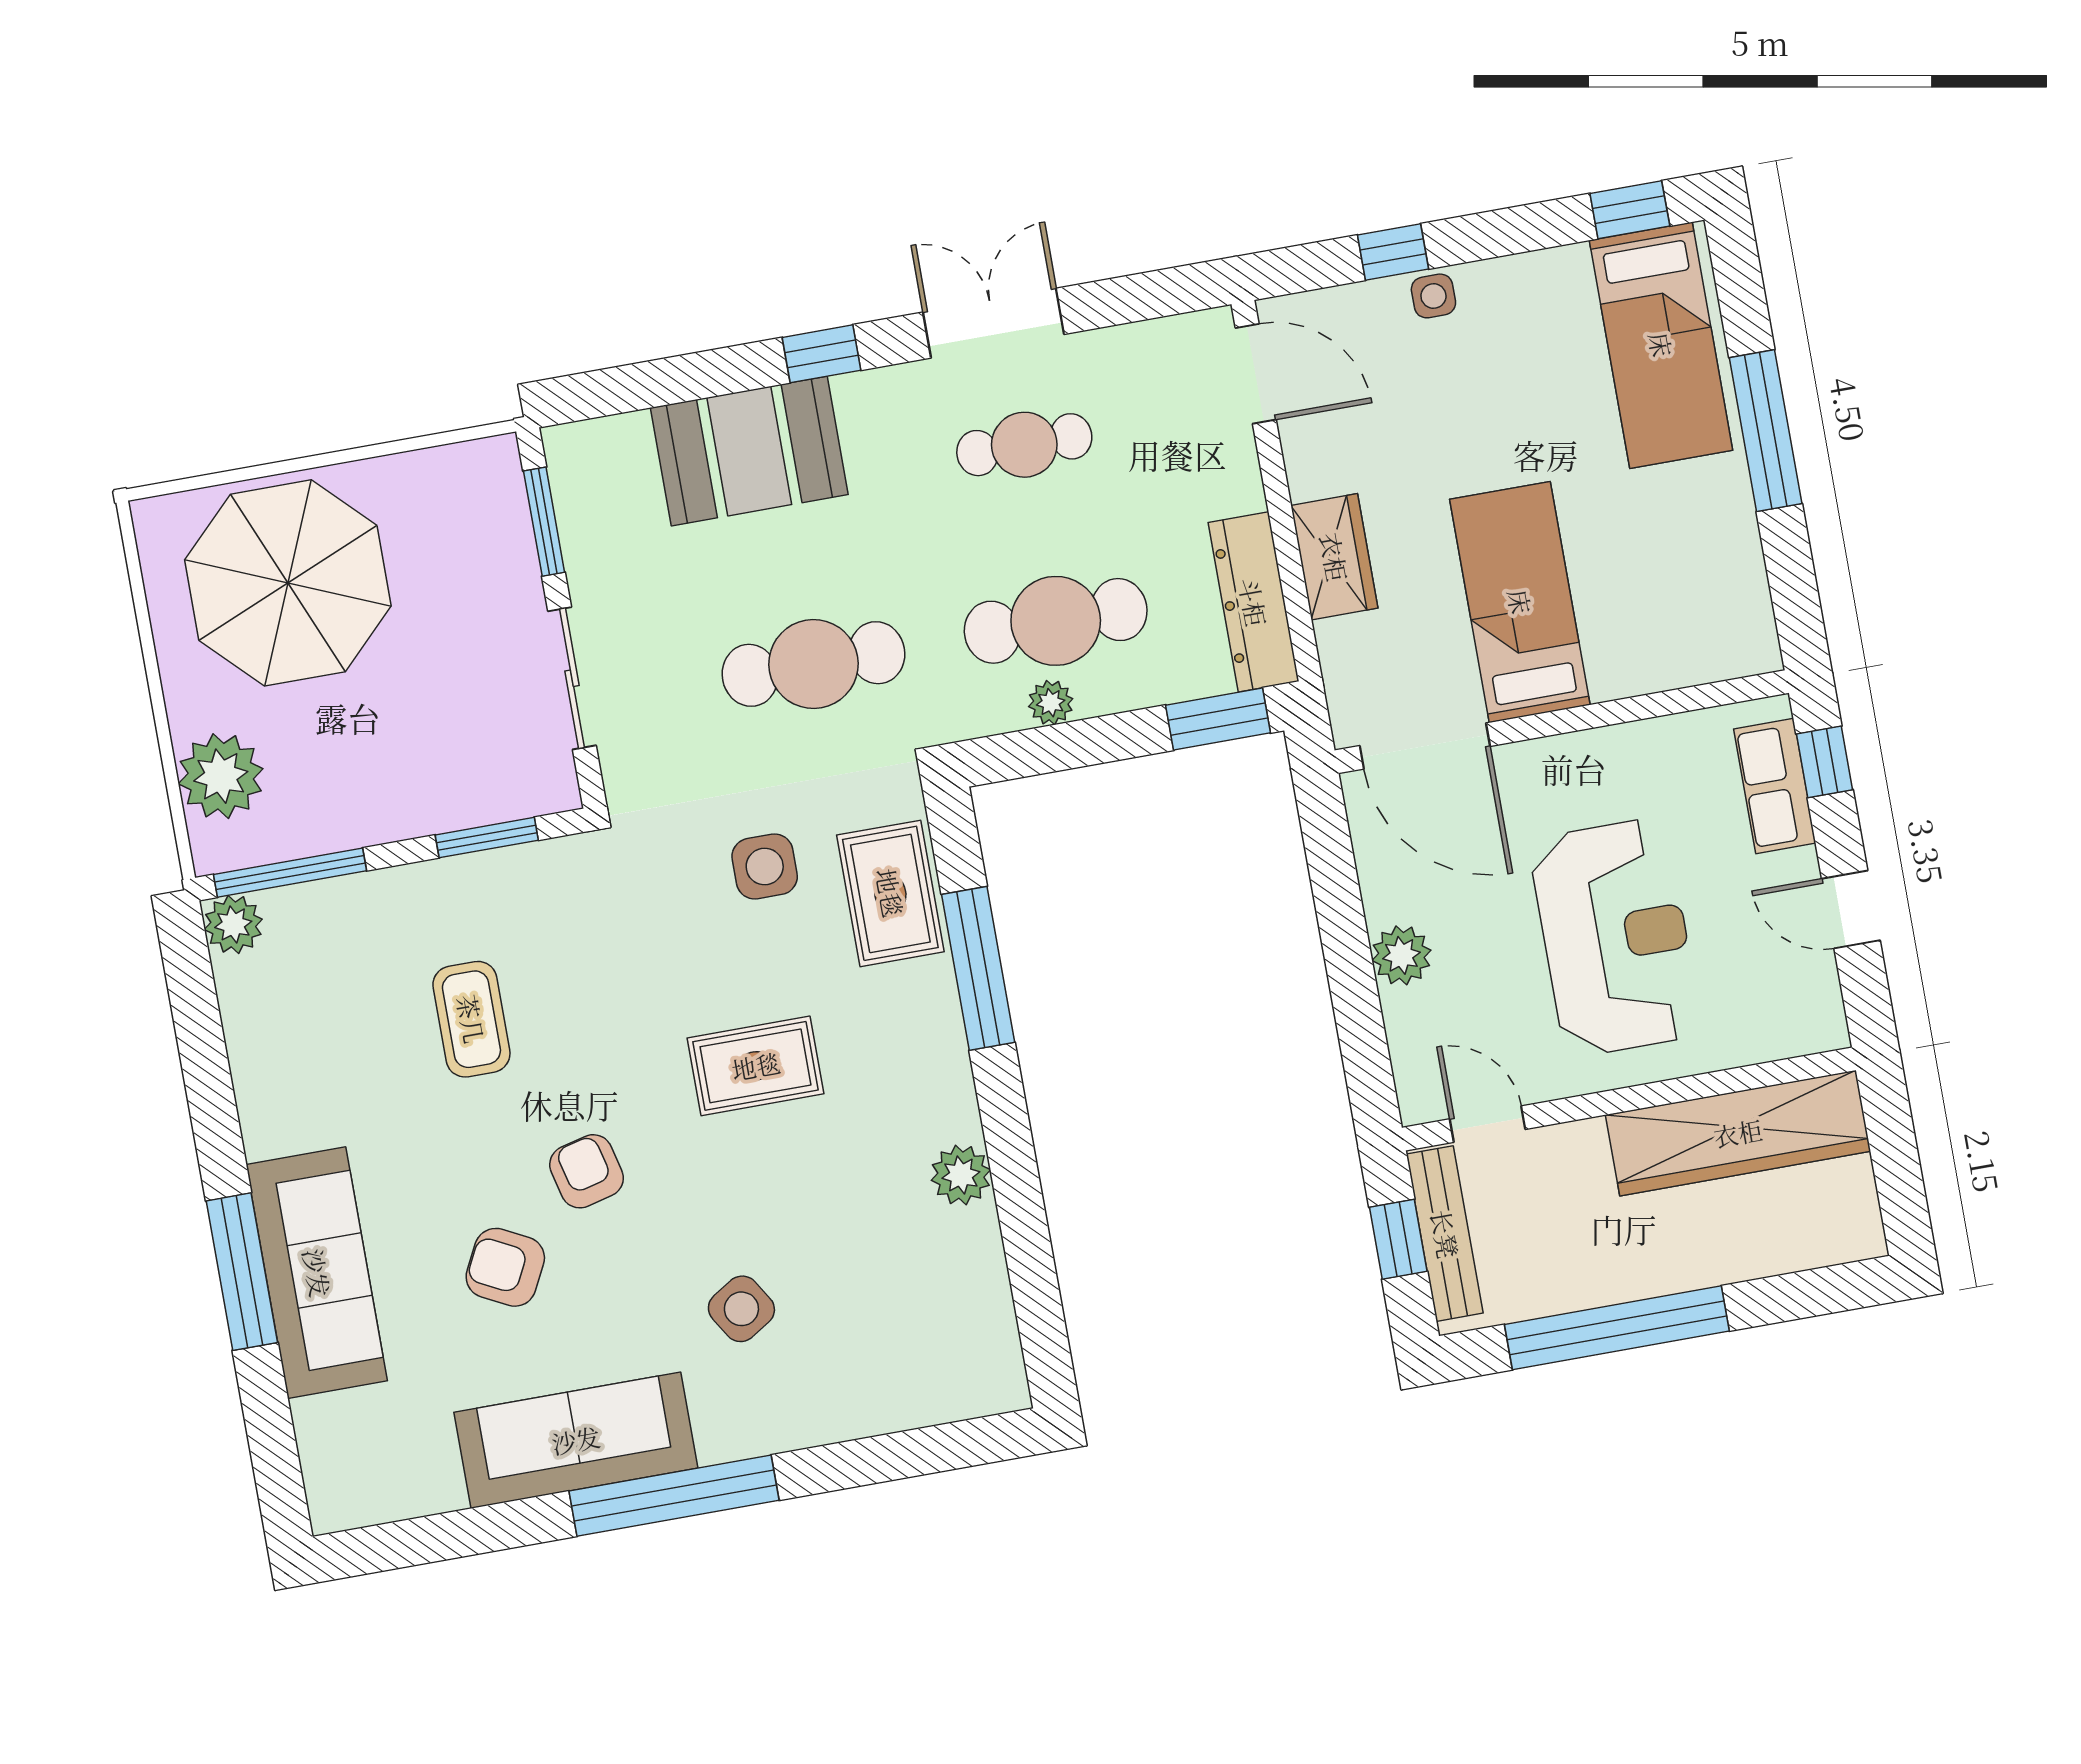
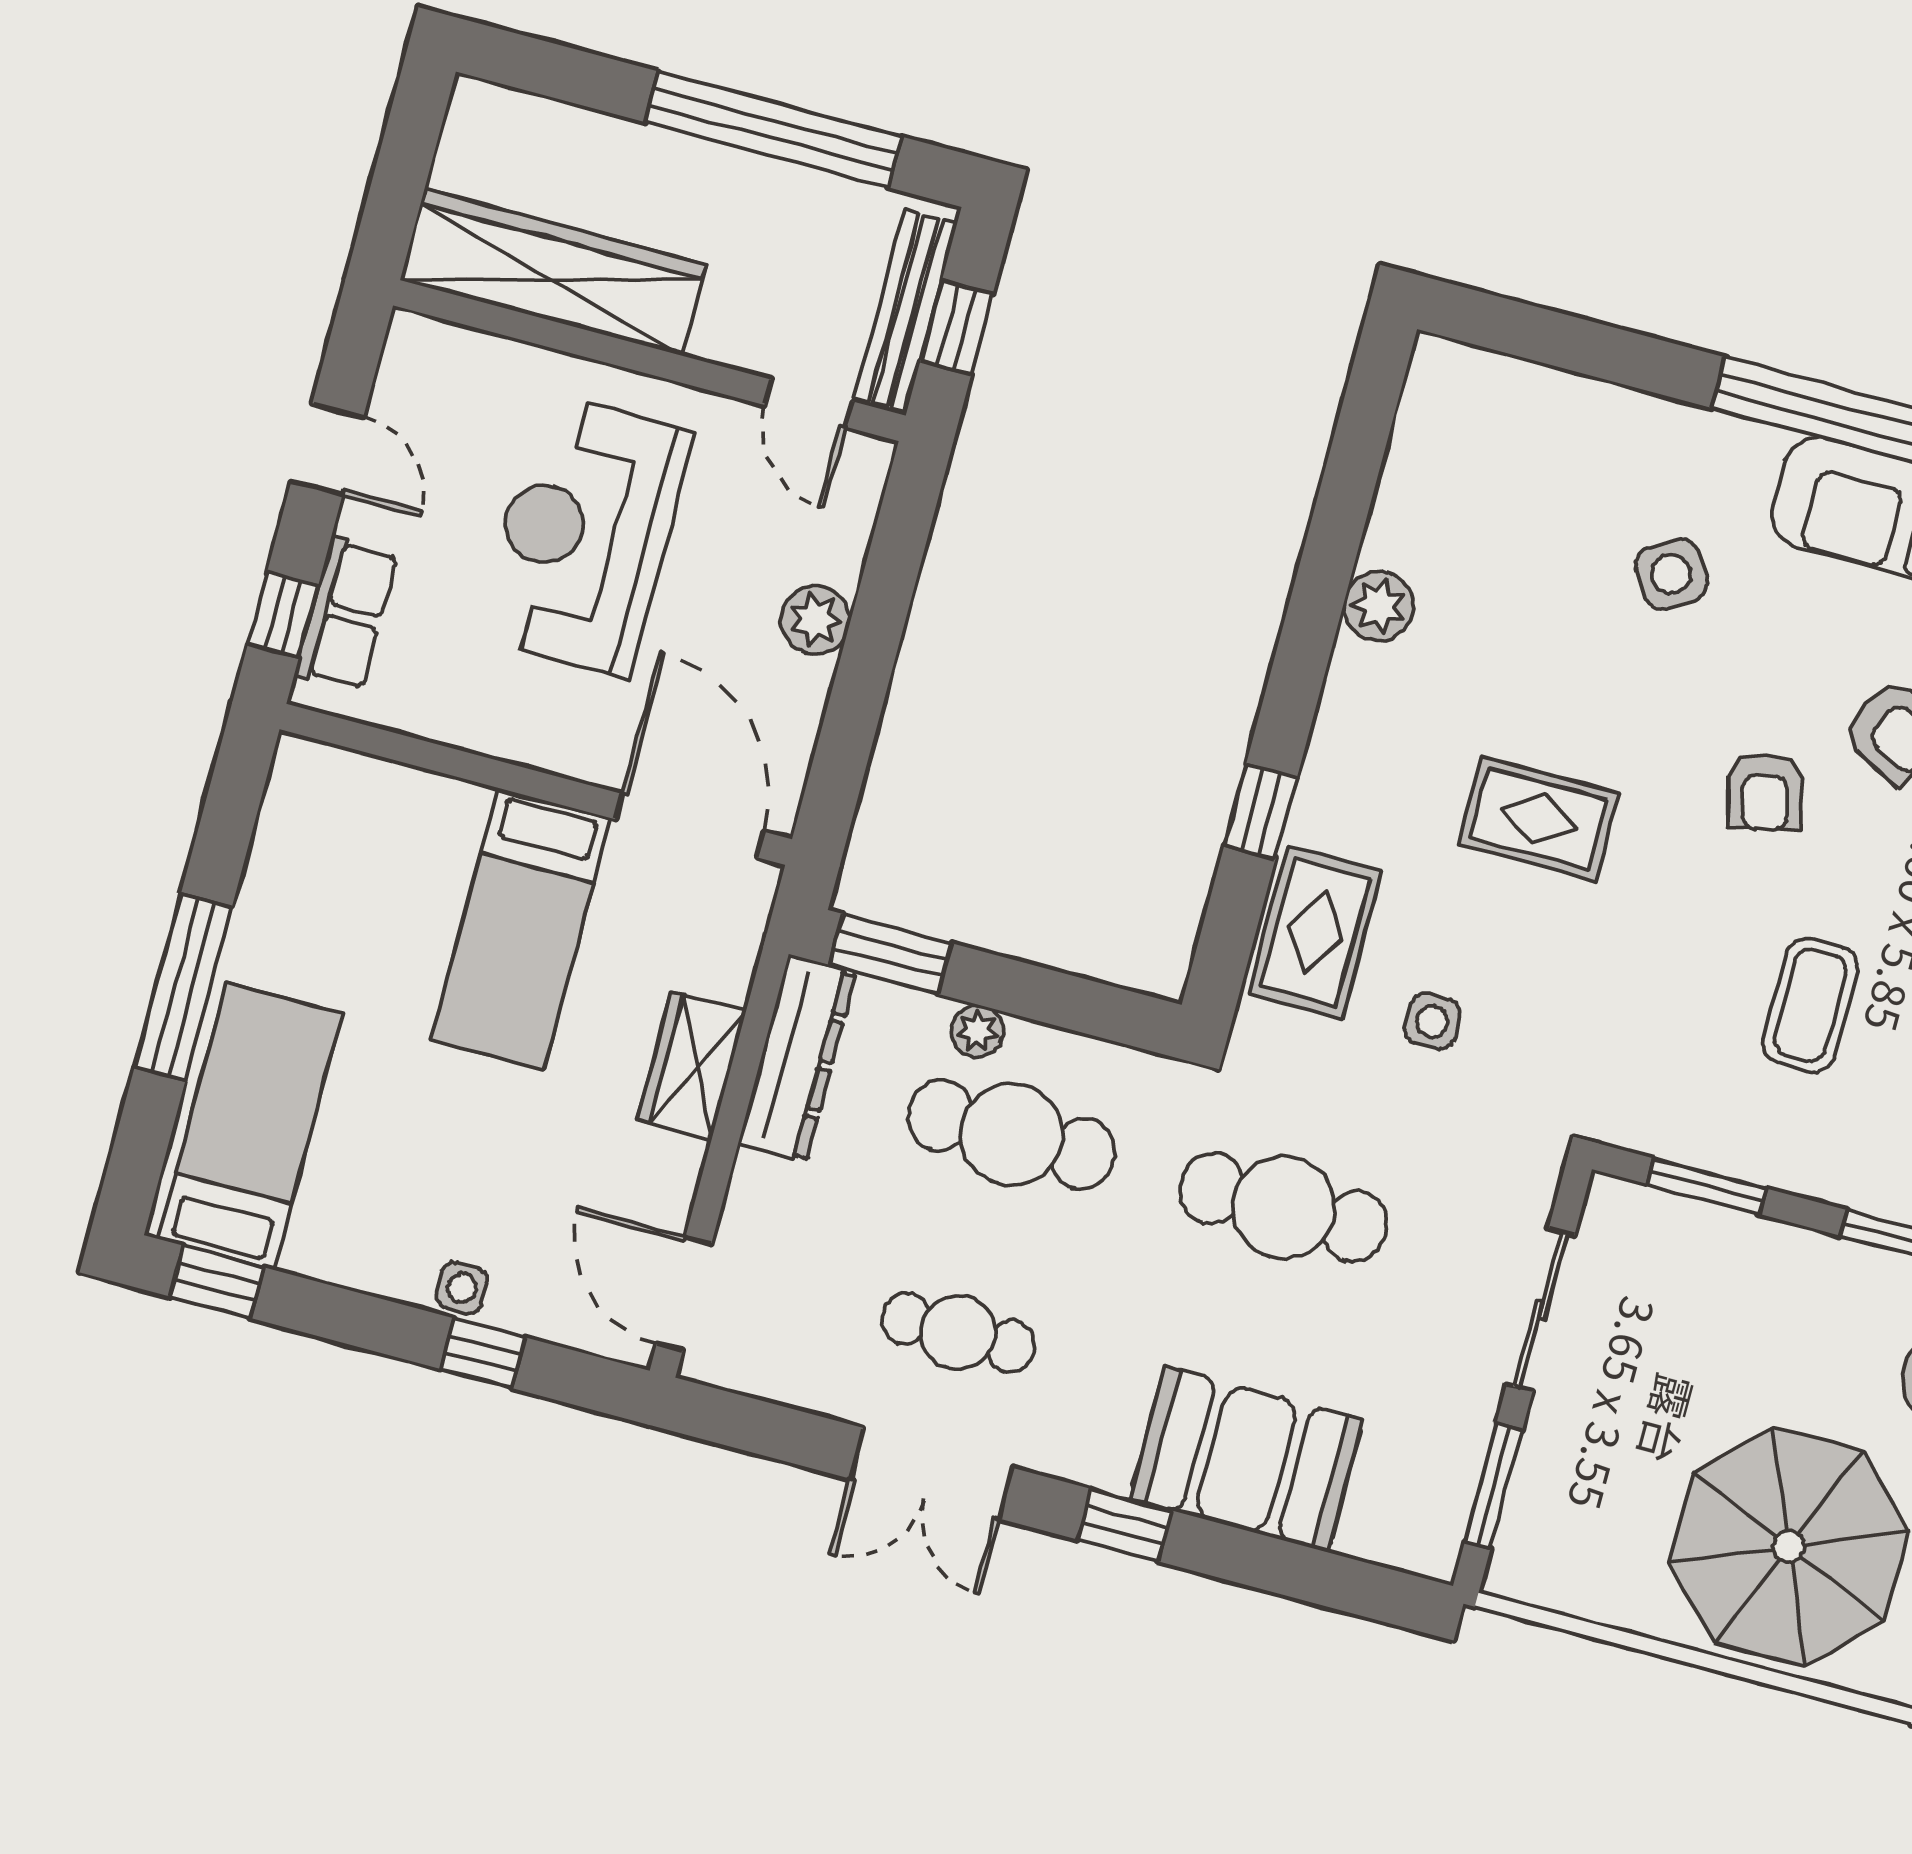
plant: (1051, 703) -> (977, 1031), moved
side table: (765, 866) -> (1432, 1021), width x0.73, depth x0.73
window: (978, 968) -> (1261, 812), width x0.46

